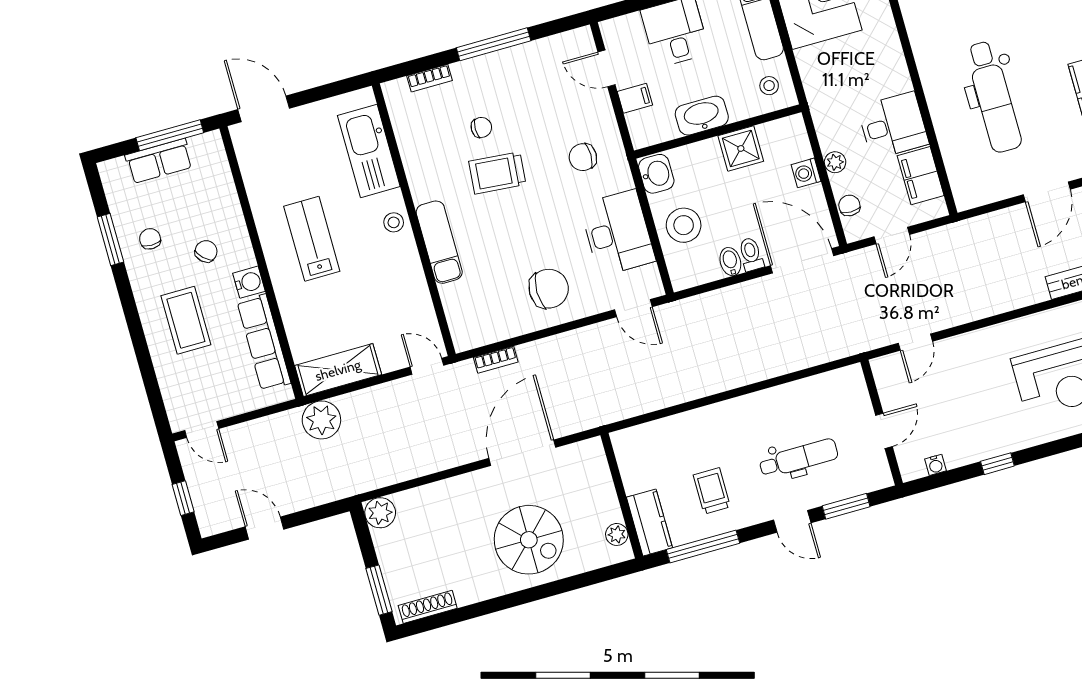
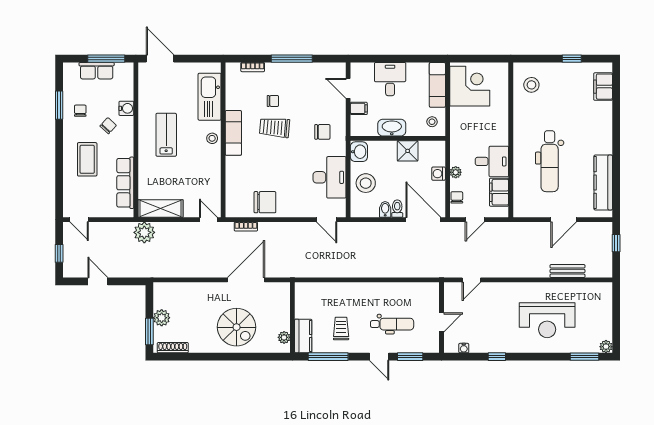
chair: (583, 157) -> (322, 132), turned 180
exam couch: (439, 242) -> (233, 133), moved
water cooler: (249, 282) -> (126, 108), moved
chair: (549, 289) -> (265, 202), moved
plant: (380, 513) -> (162, 318), moved

